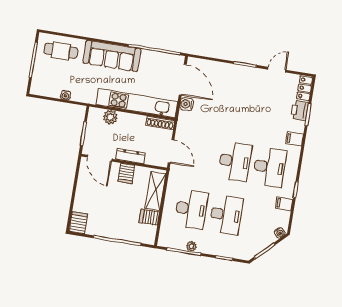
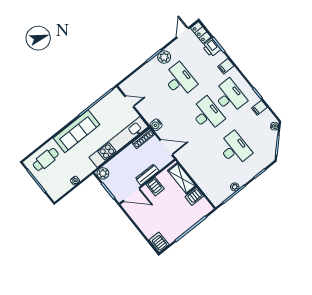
door: (277, 70) -> (183, 33), moved
plant: (252, 75) -> (164, 57), added
door: (183, 80) -> (129, 101), width x0.53
water cooler: (186, 104) -> (156, 125), moved
plant: (110, 117) -> (103, 173), moved
desk: (191, 209) -> (180, 80), moved

